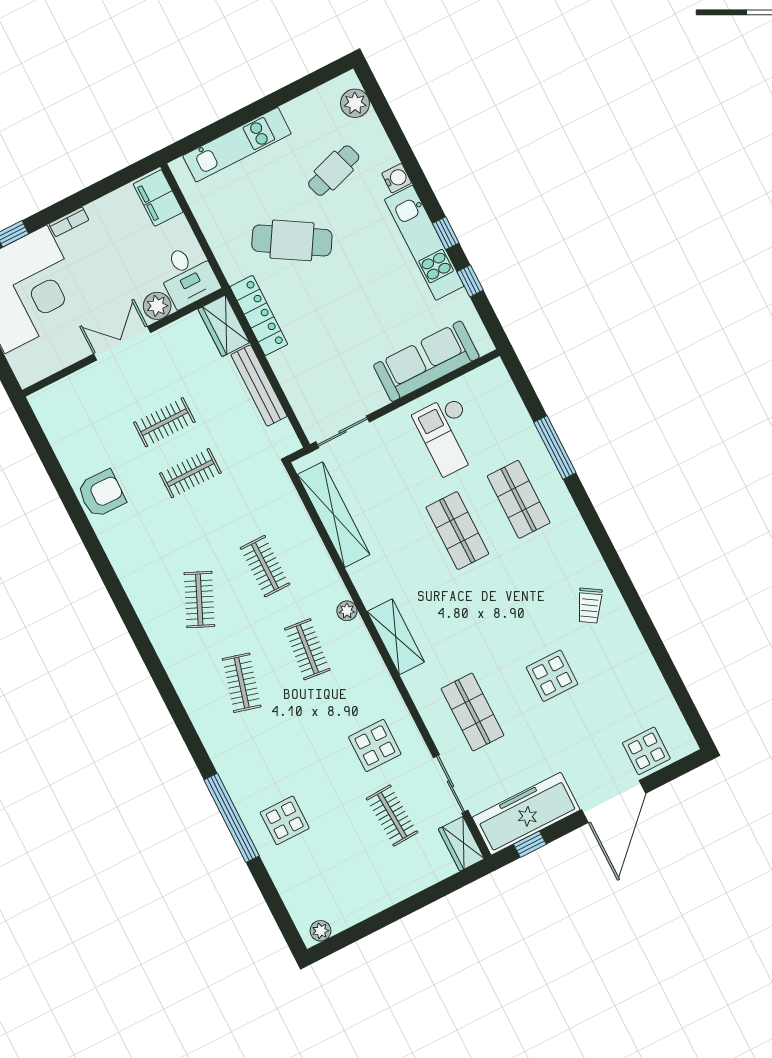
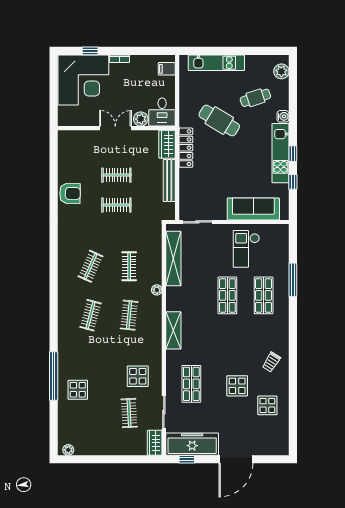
filing cabinet: (158, 198) -> (167, 69), width x0.50
plant: (347, 611) -> (157, 290), moved
display table: (646, 751) -> (267, 405), moved

